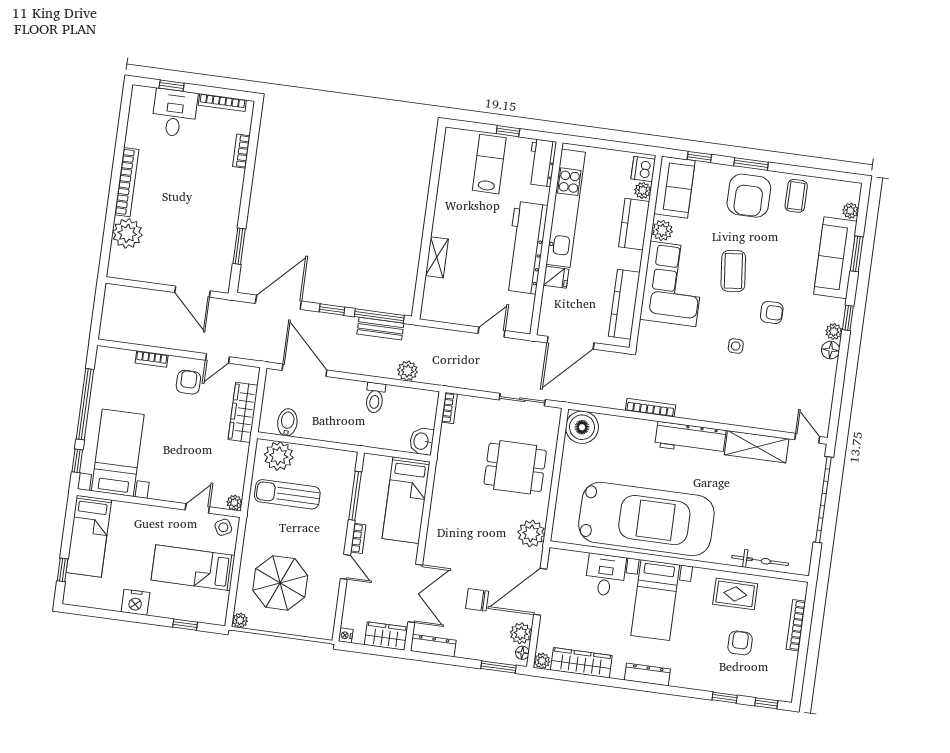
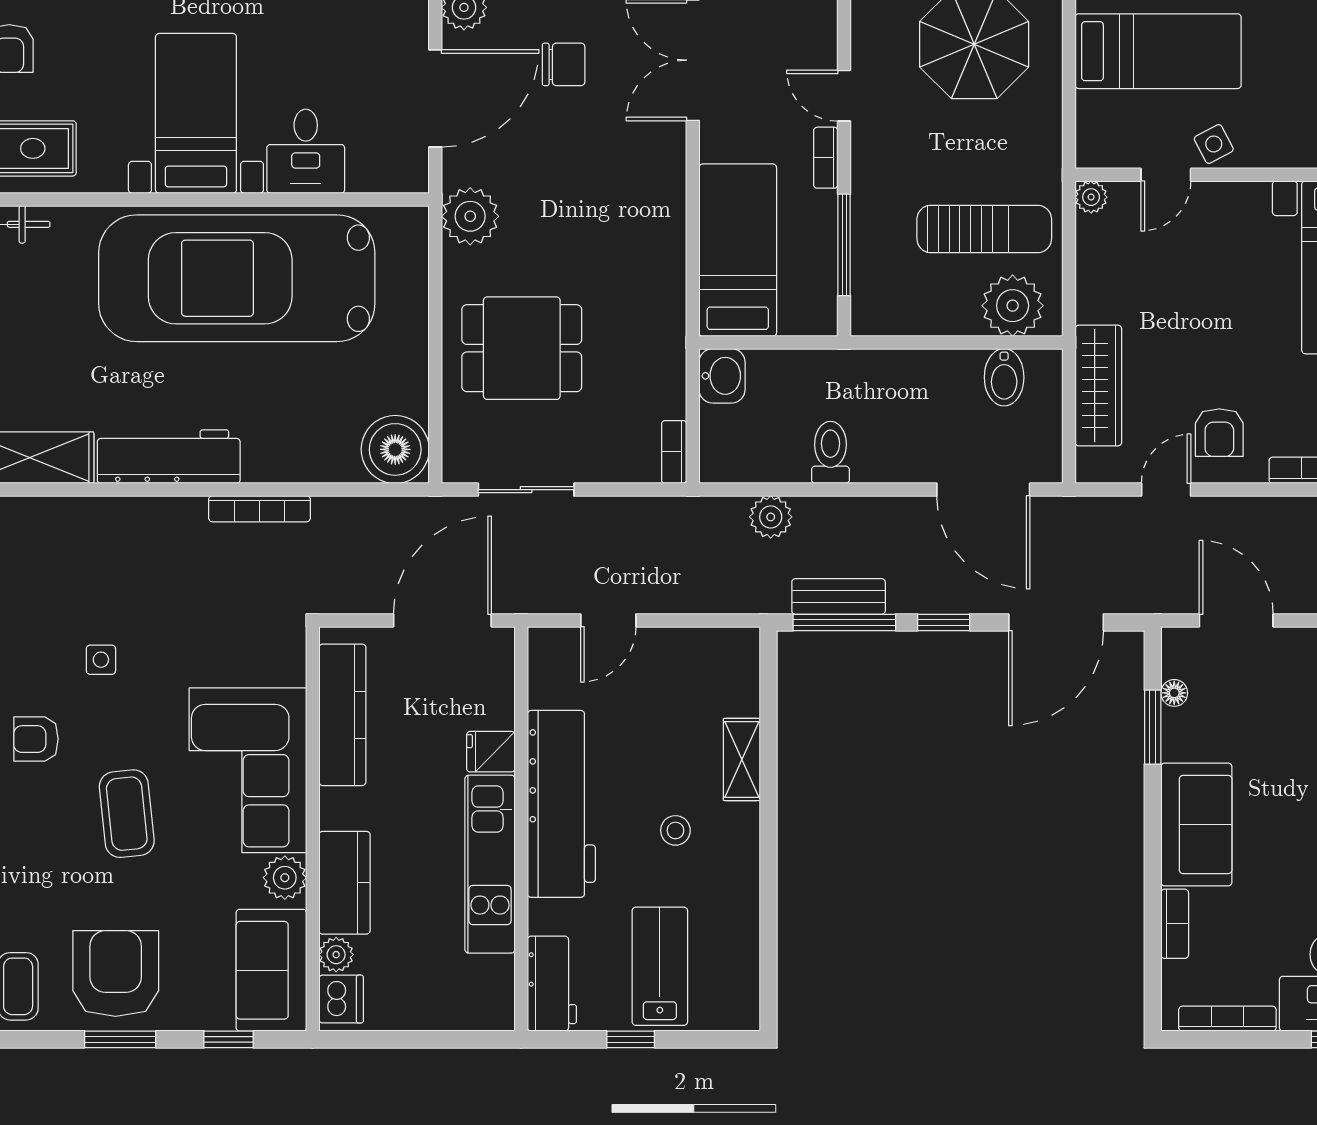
lab bench: (489, 164) -> (660, 966), turned 180
sofa: (225, 197) -> (1196, 825), added
kitchen unit: (566, 208) -> (490, 864), width x0.73
stool: (473, 228) -> (675, 830), added
floor lamp: (227, 261) -> (1174, 693), added
side table: (223, 527) -> (1214, 144), moved

